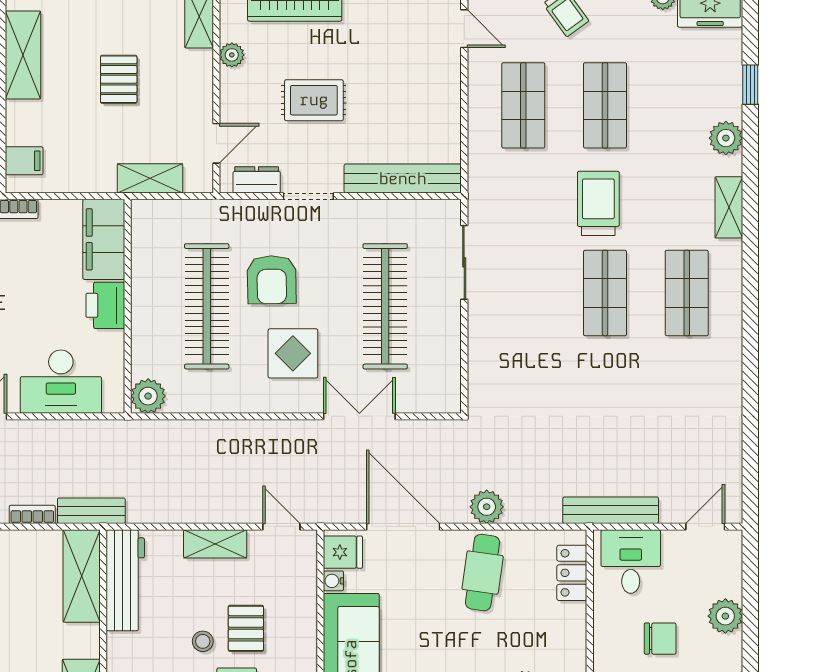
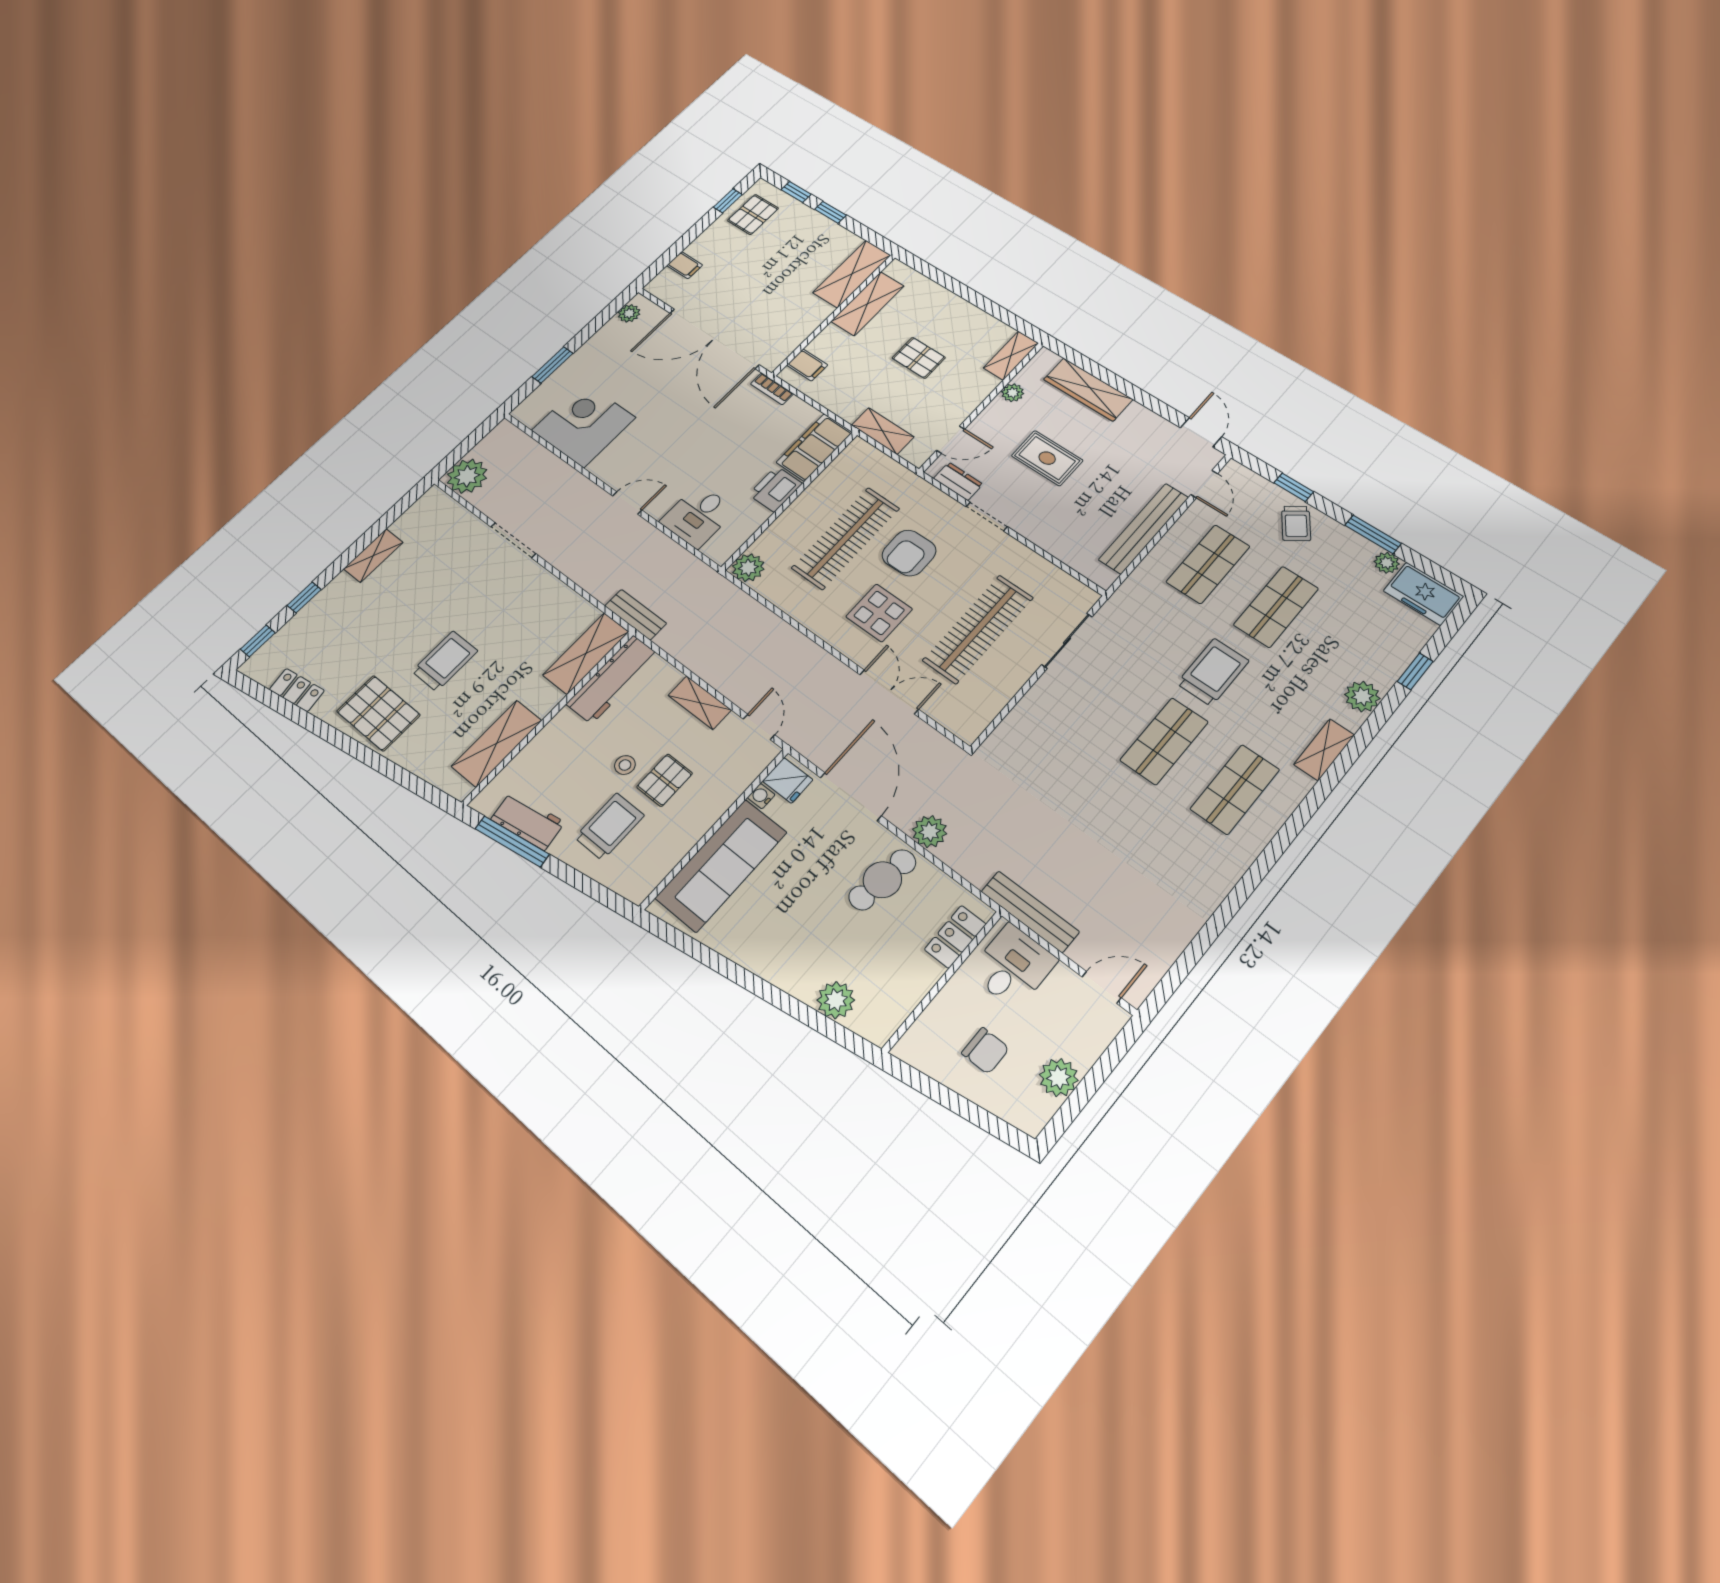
pallet: (119, 79) -> (919, 358), turned 90
bench: (403, 179) -> (1144, 528), moved, turned 90
desk: (61, 382) -> (698, 516), width x0.73
bookcase: (32, 514) -> (594, 587), removed

